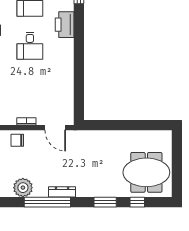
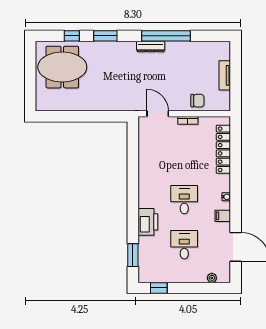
plant: (23, 188) -> (192, 51), removed

